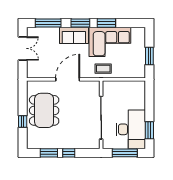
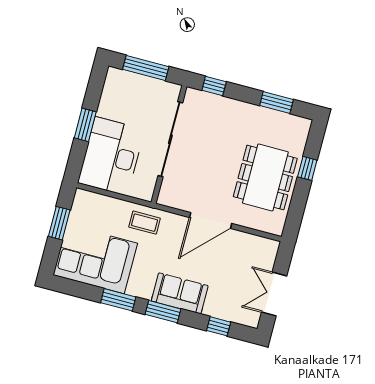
window: (48, 23) -> (219, 326), width x0.46
corner sofa: (110, 42) -> (95, 259), moved
desk: (131, 129) -> (111, 156), moved
window: (149, 130) -> (85, 125), moved
window: (69, 153) -> (214, 86), moved

